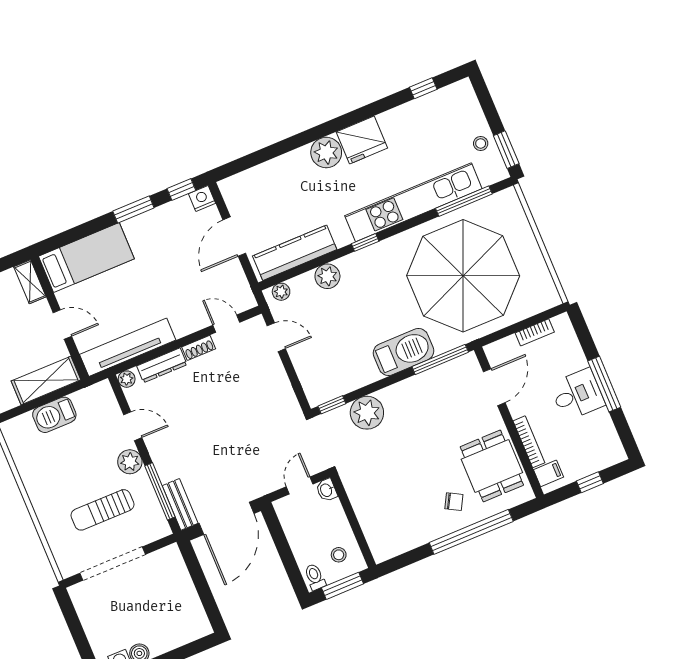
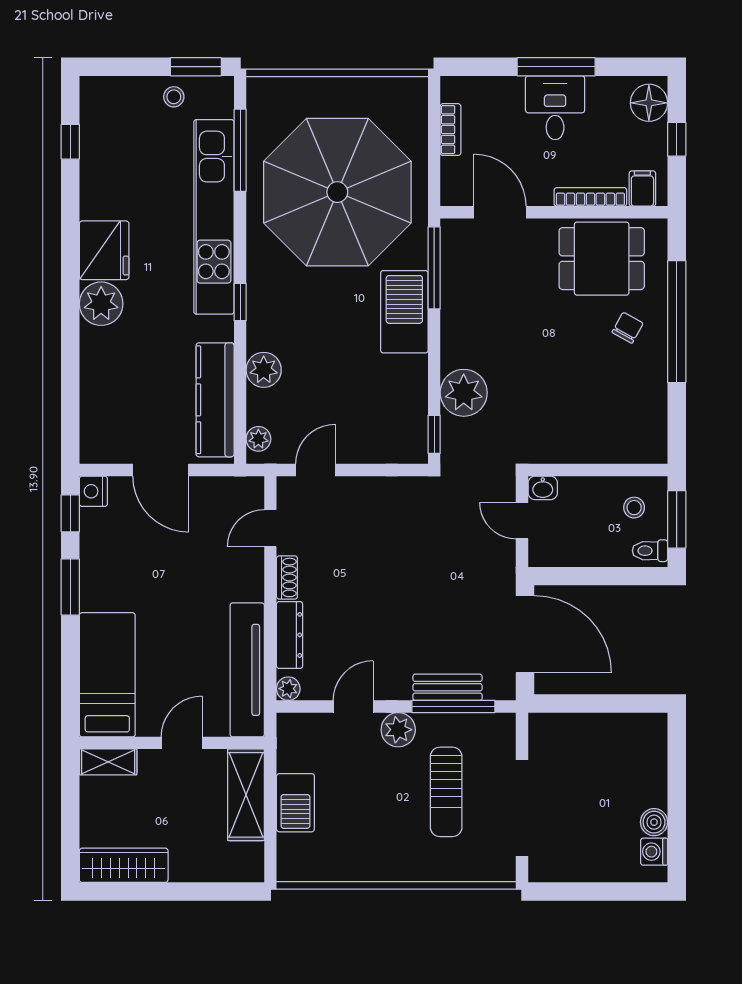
floor lamp: (606, 454) -> (649, 103), added
bench: (180, 504) -> (448, 687), moved

